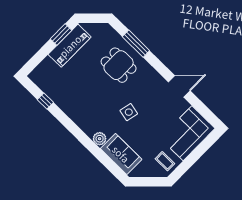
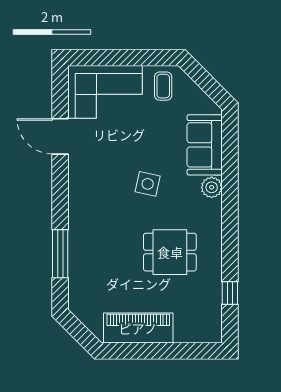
window: (61, 35) -> (135, 351), removed
dining table: (119, 65) -> (170, 252), moved, turned 90
door: (179, 86) -> (60, 136), moved

